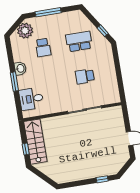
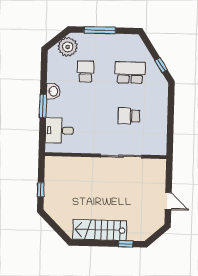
school desk: (43, 47) -> (85, 71), turned 180
stairs: (35, 142) -> (100, 230), moved, turned -90

